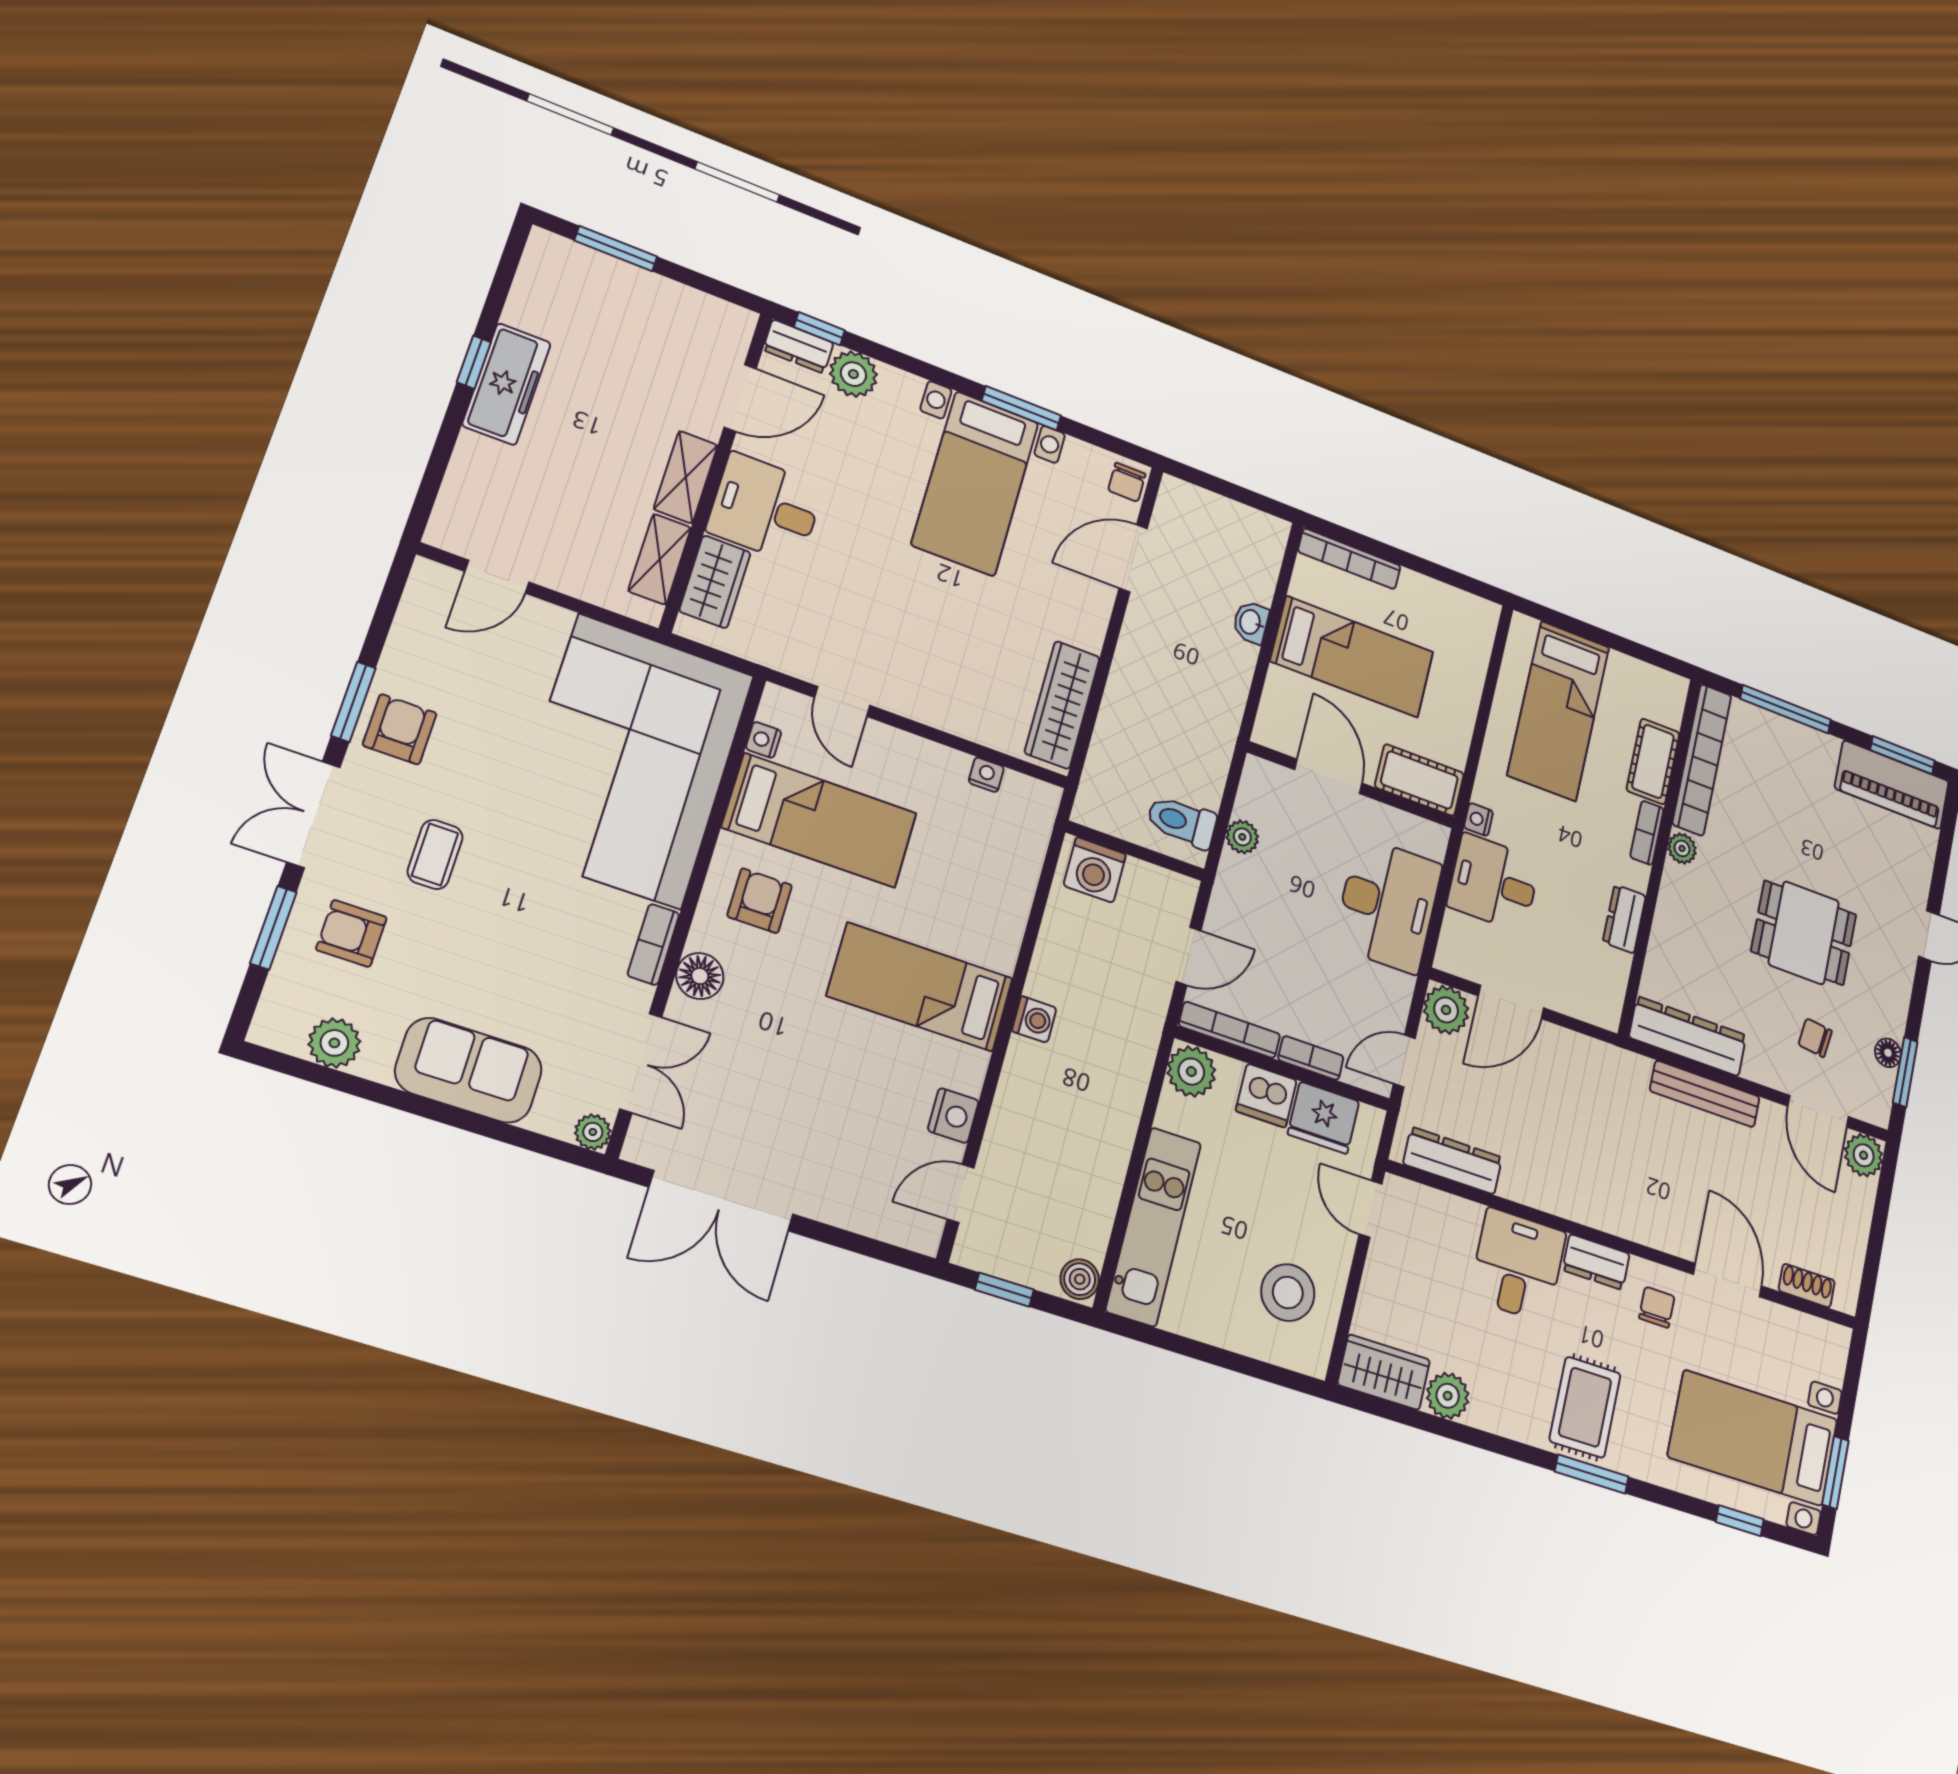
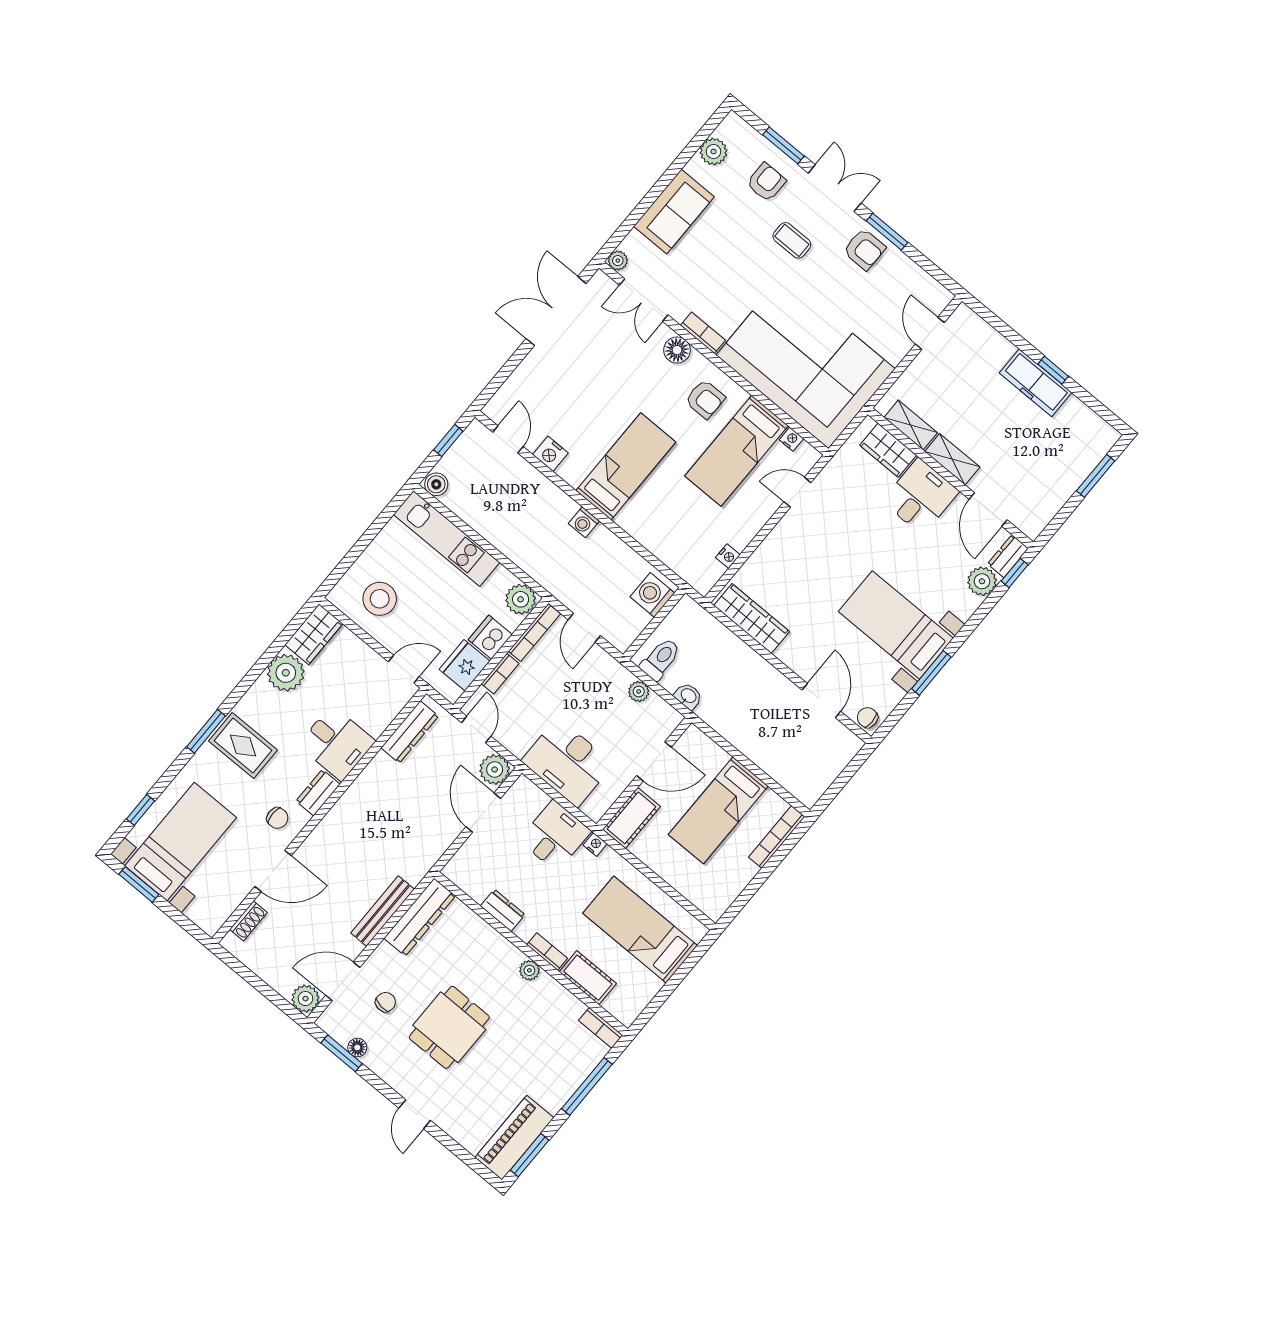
washbasin: (1251, 622) -> (688, 696), moved
bookcase: (1702, 760) -> (601, 1028), width x0.43, depth x0.76
plant: (1448, 1396) -> (286, 673), width x1.36, depth x1.36

